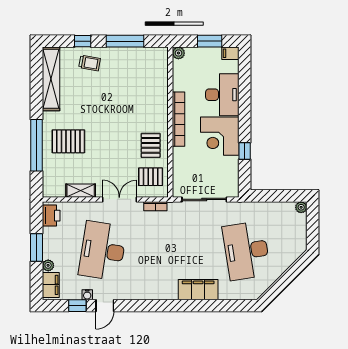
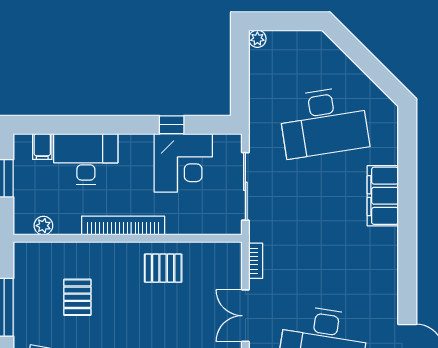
plant: (178, 53) -> (43, 226), moved
filing cabinet: (230, 53) -> (42, 146), moved
corner desk: (220, 136) -> (183, 163), moved
pallet: (151, 177) -> (77, 297), moved

